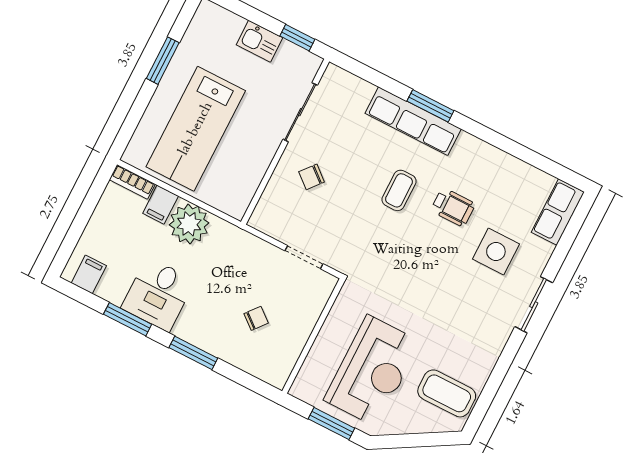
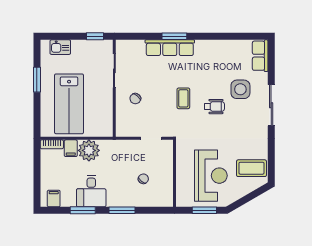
kitchen sink: (260, 41) -> (60, 47), moved
coffee table: (399, 190) -> (183, 98), moved
wheelchair: (453, 207) -> (214, 107), moved
sliding door: (534, 305) -> (271, 105), width x1.37

